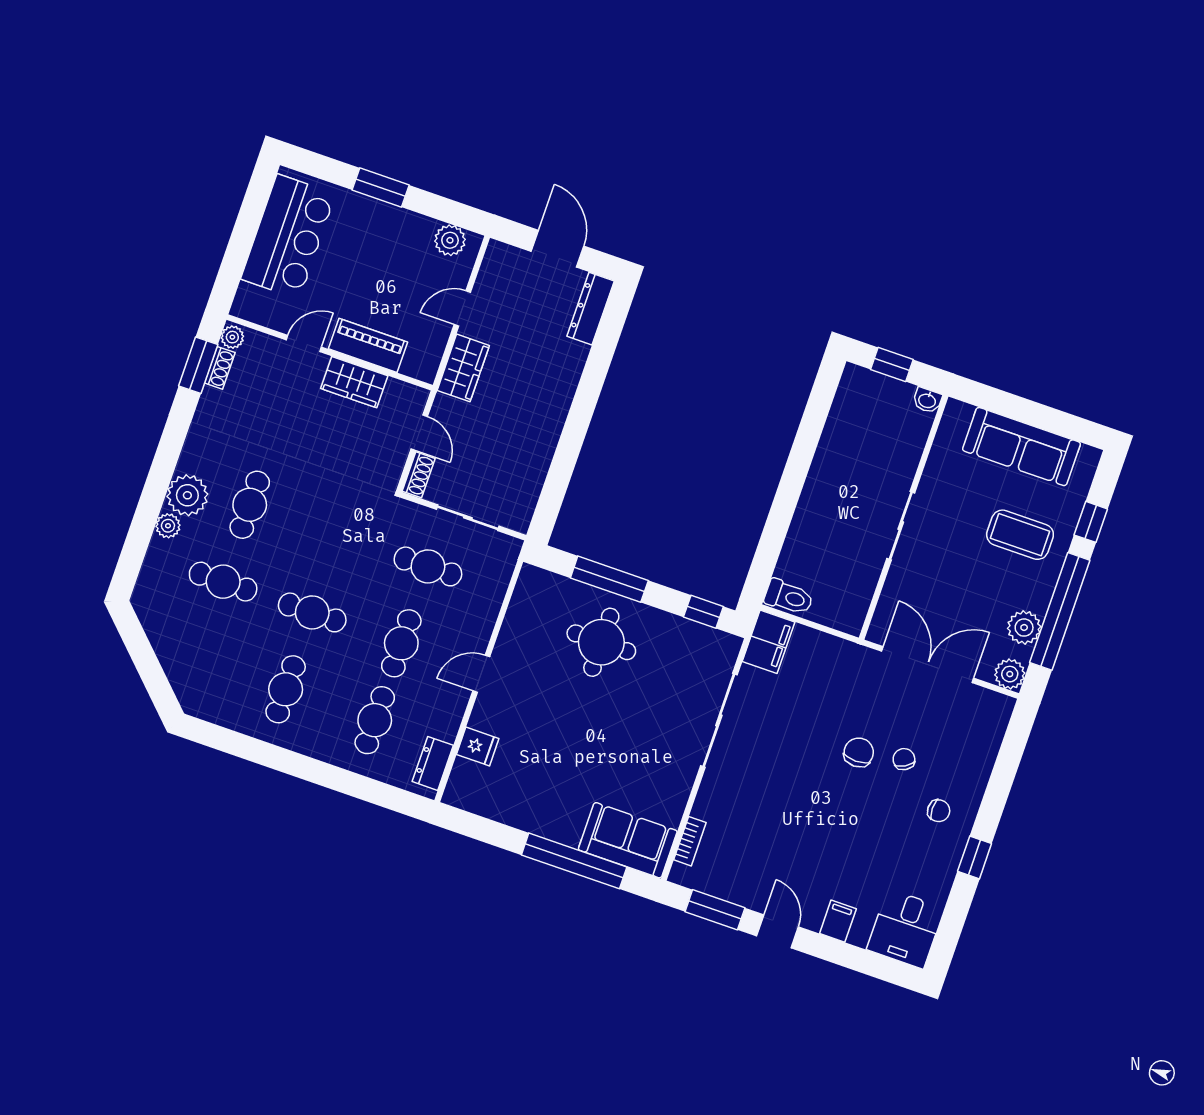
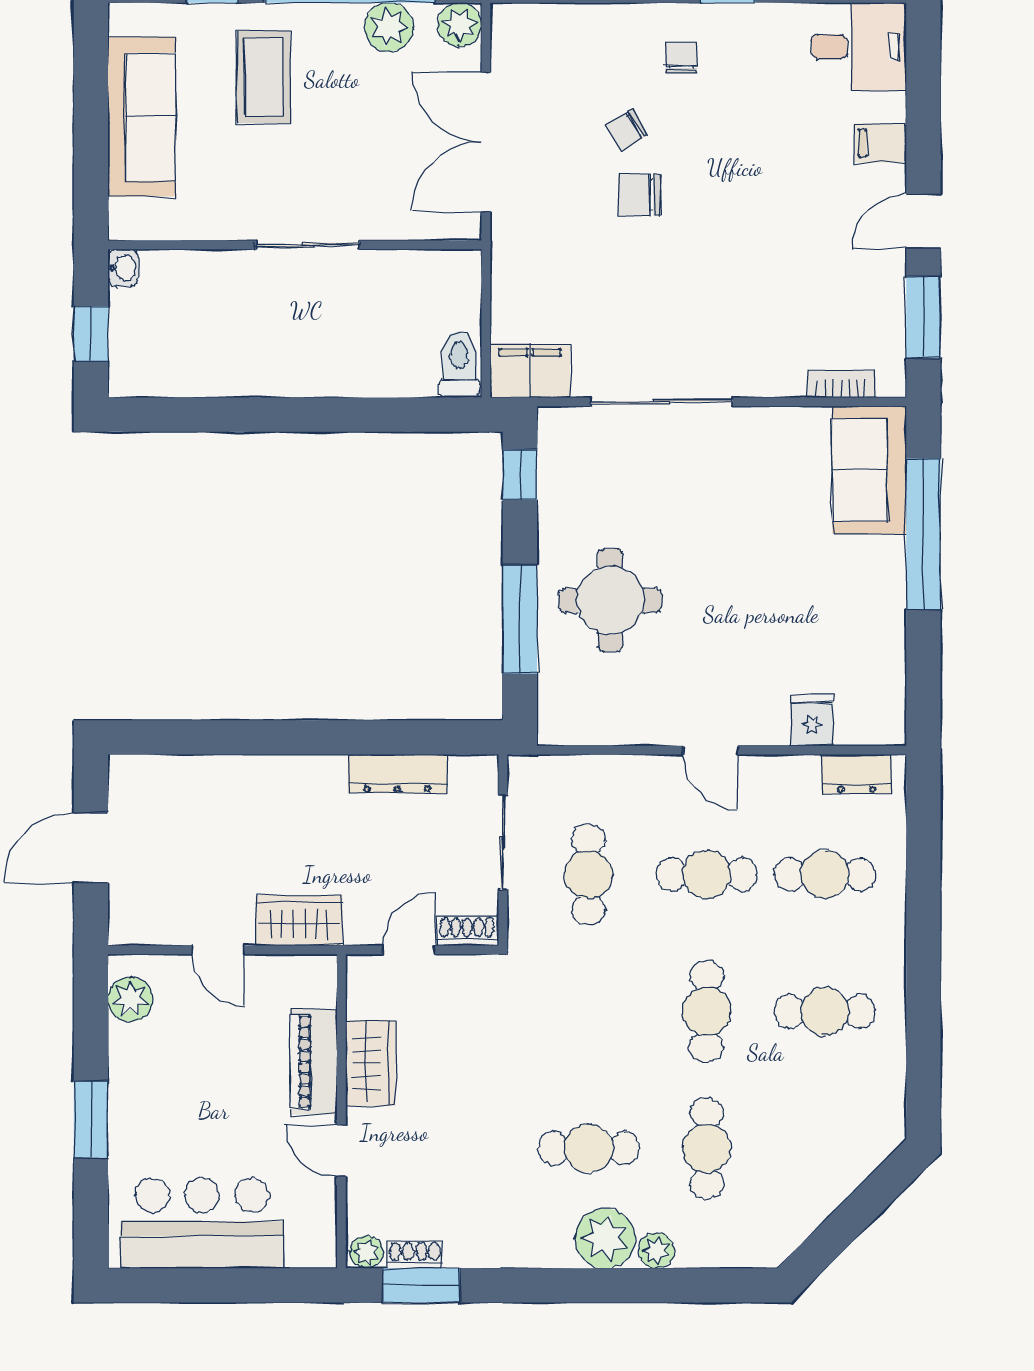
dresser: (591, 309) -> (397, 774), moved

